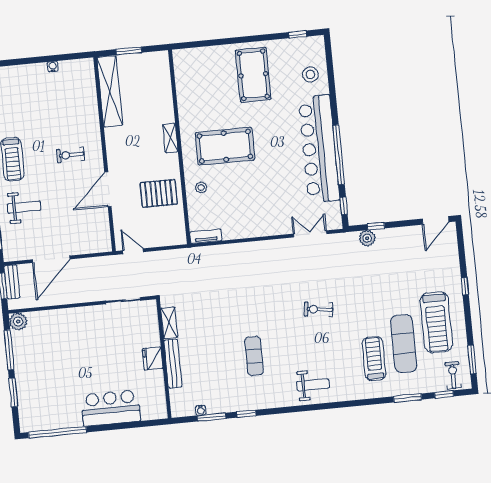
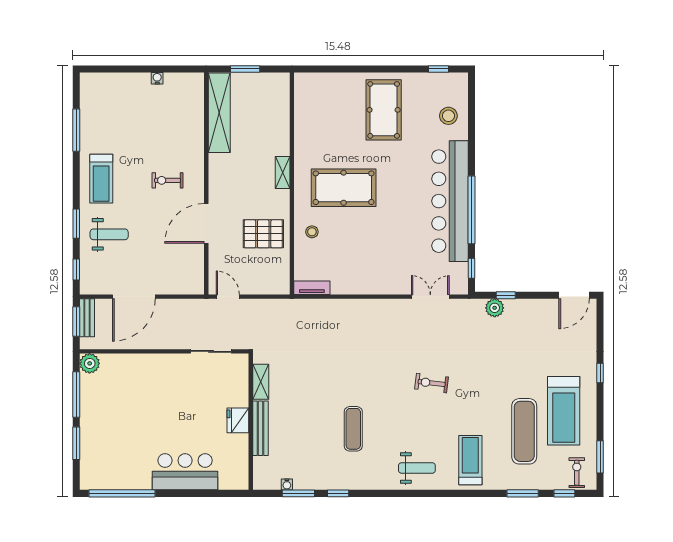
treadmill: (374, 359) -> (470, 460), moved

